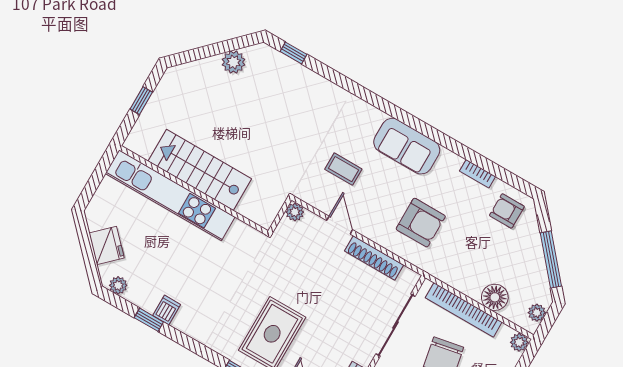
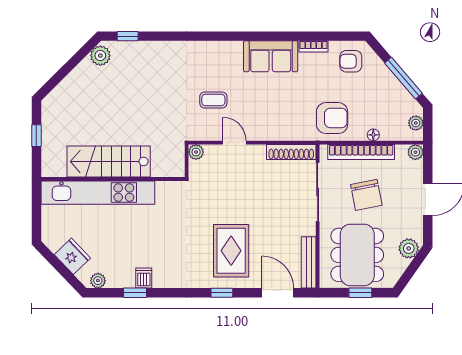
plant: (234, 62) -> (100, 56), moved
sofa: (407, 146) -> (271, 56), moved
armchair: (421, 223) -> (332, 118), moved
shoe rack: (374, 258) -> (291, 152), moved
floor lamp: (495, 297) -> (373, 135), width x0.53, depth x0.53

